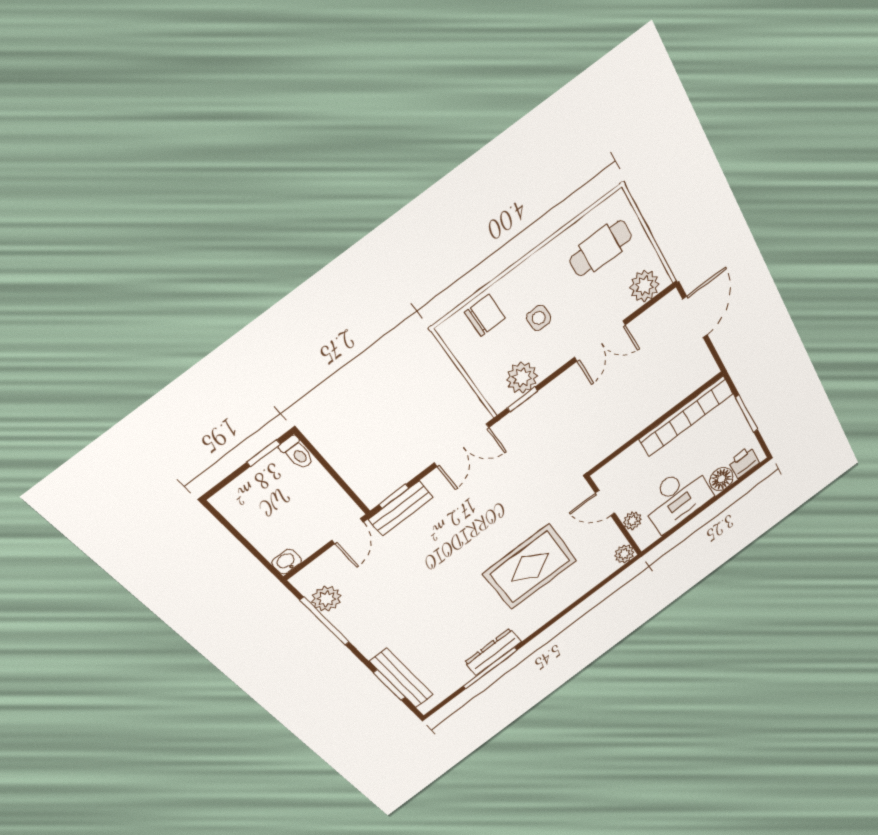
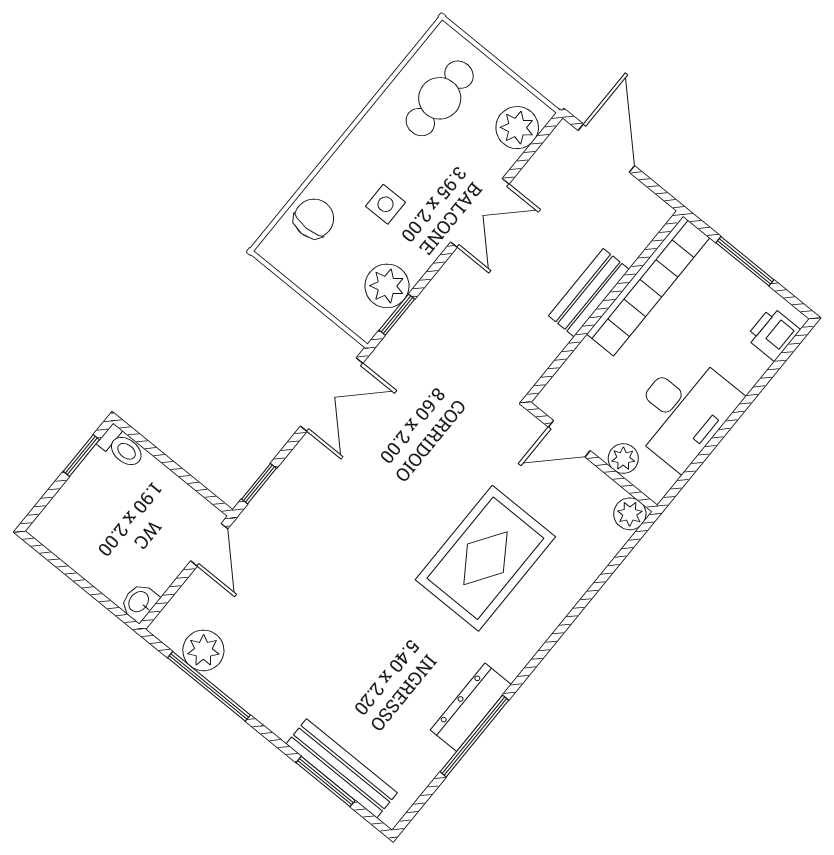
floor lamp: (721, 479) -> (746, 367), removed
bench: (401, 508) -> (589, 293), moved

